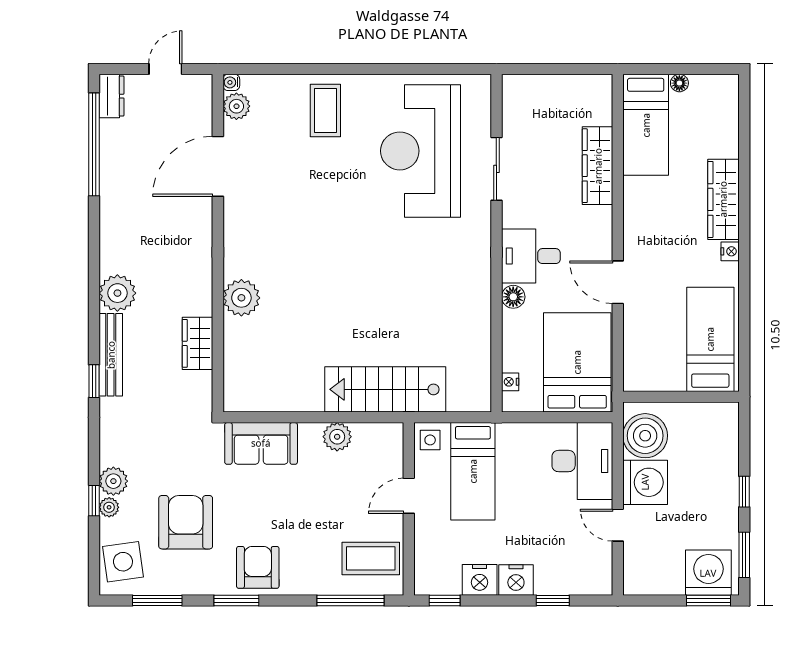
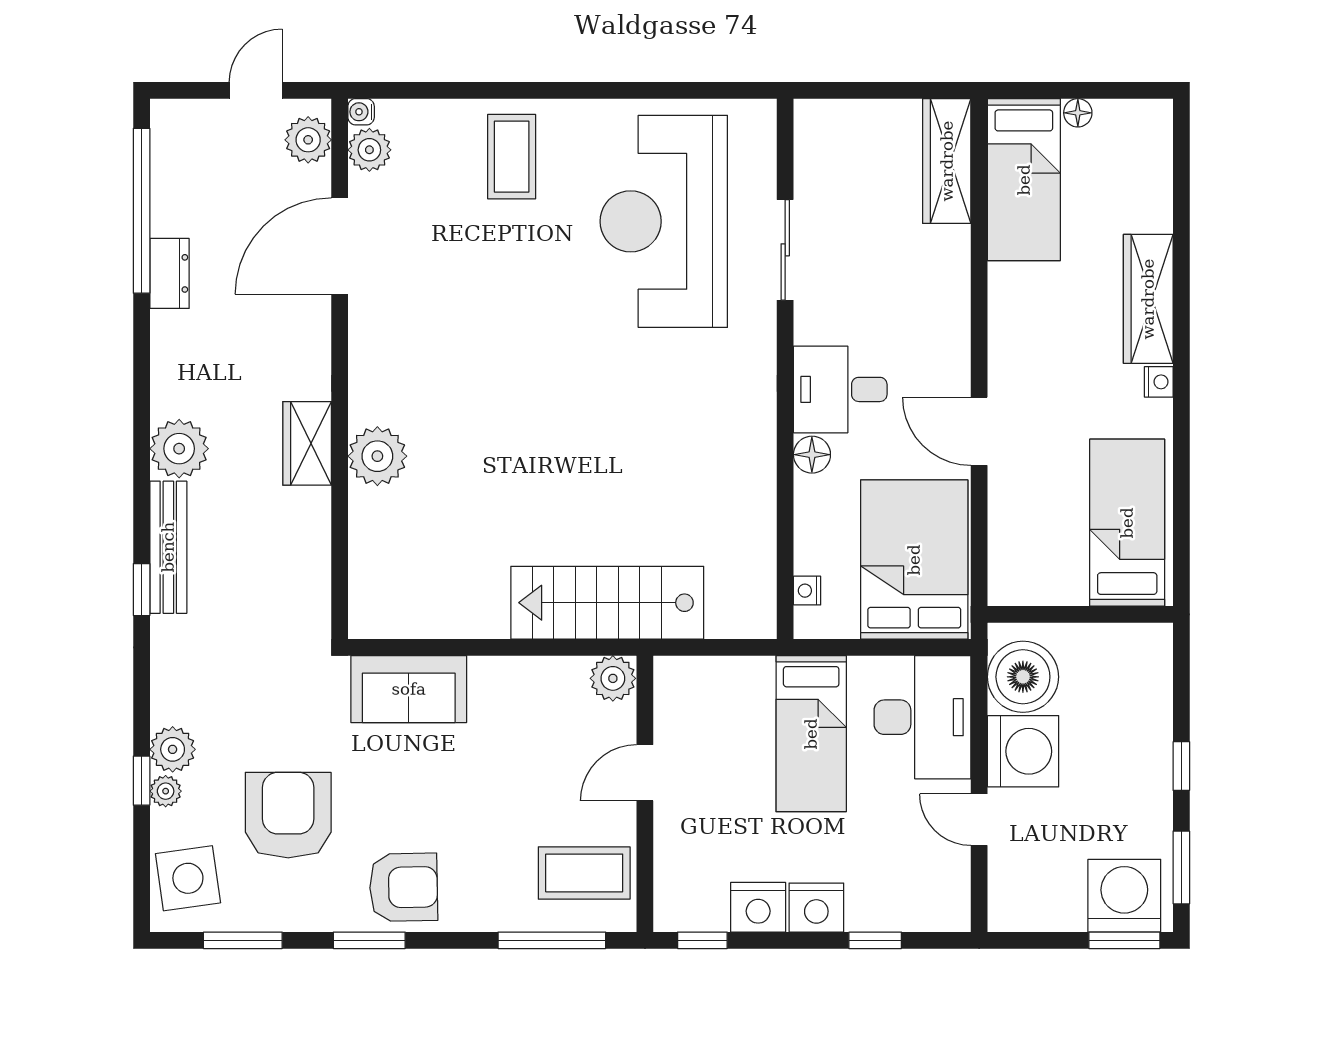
dresser: (111, 96) -> (169, 273), moved
plant: (198, 100) -> (308, 140), added
wardrobe: (598, 166) -> (947, 161), moved
wardrobe: (198, 343) -> (307, 443), moved
plant: (337, 437) -> (613, 678), moved
side table: (430, 440) -> (679, 683), removed
bed: (473, 471) -> (811, 734), moved
armchair: (258, 567) -> (403, 887), turned 89

